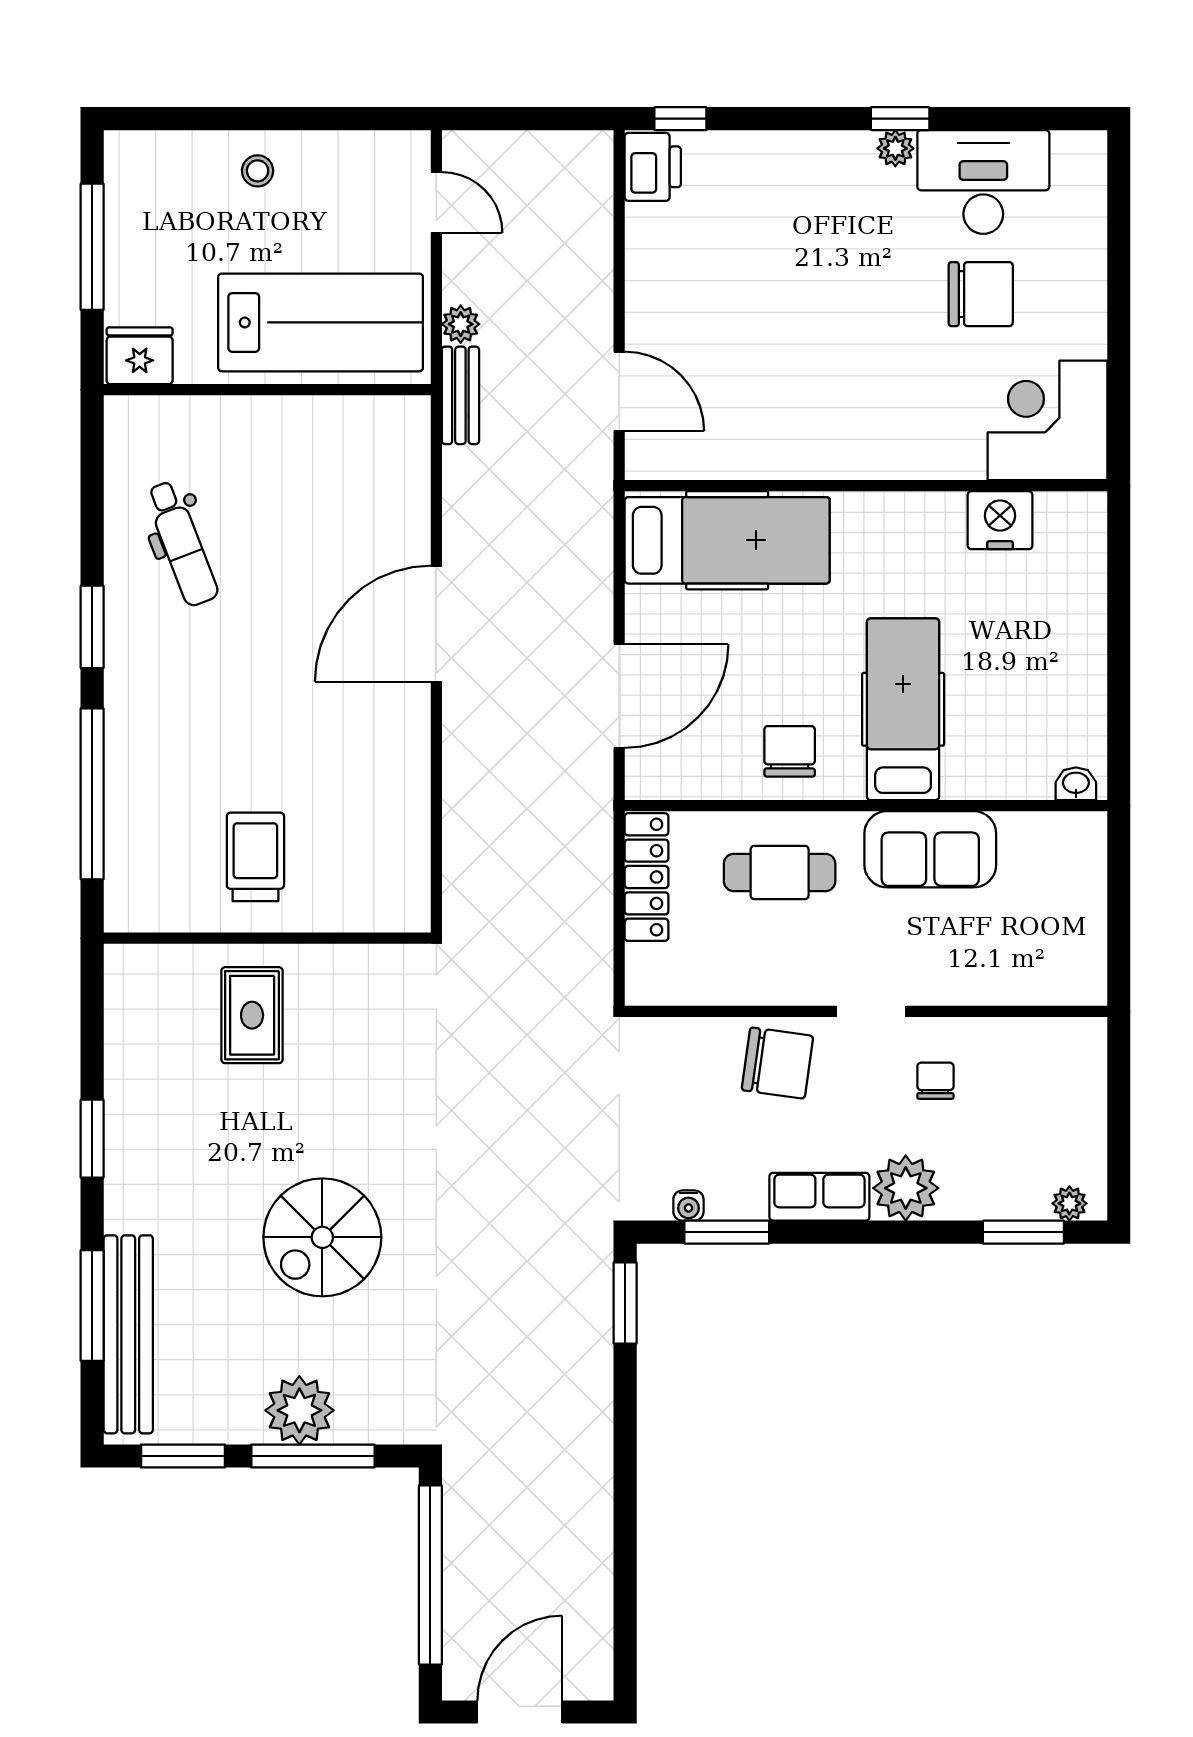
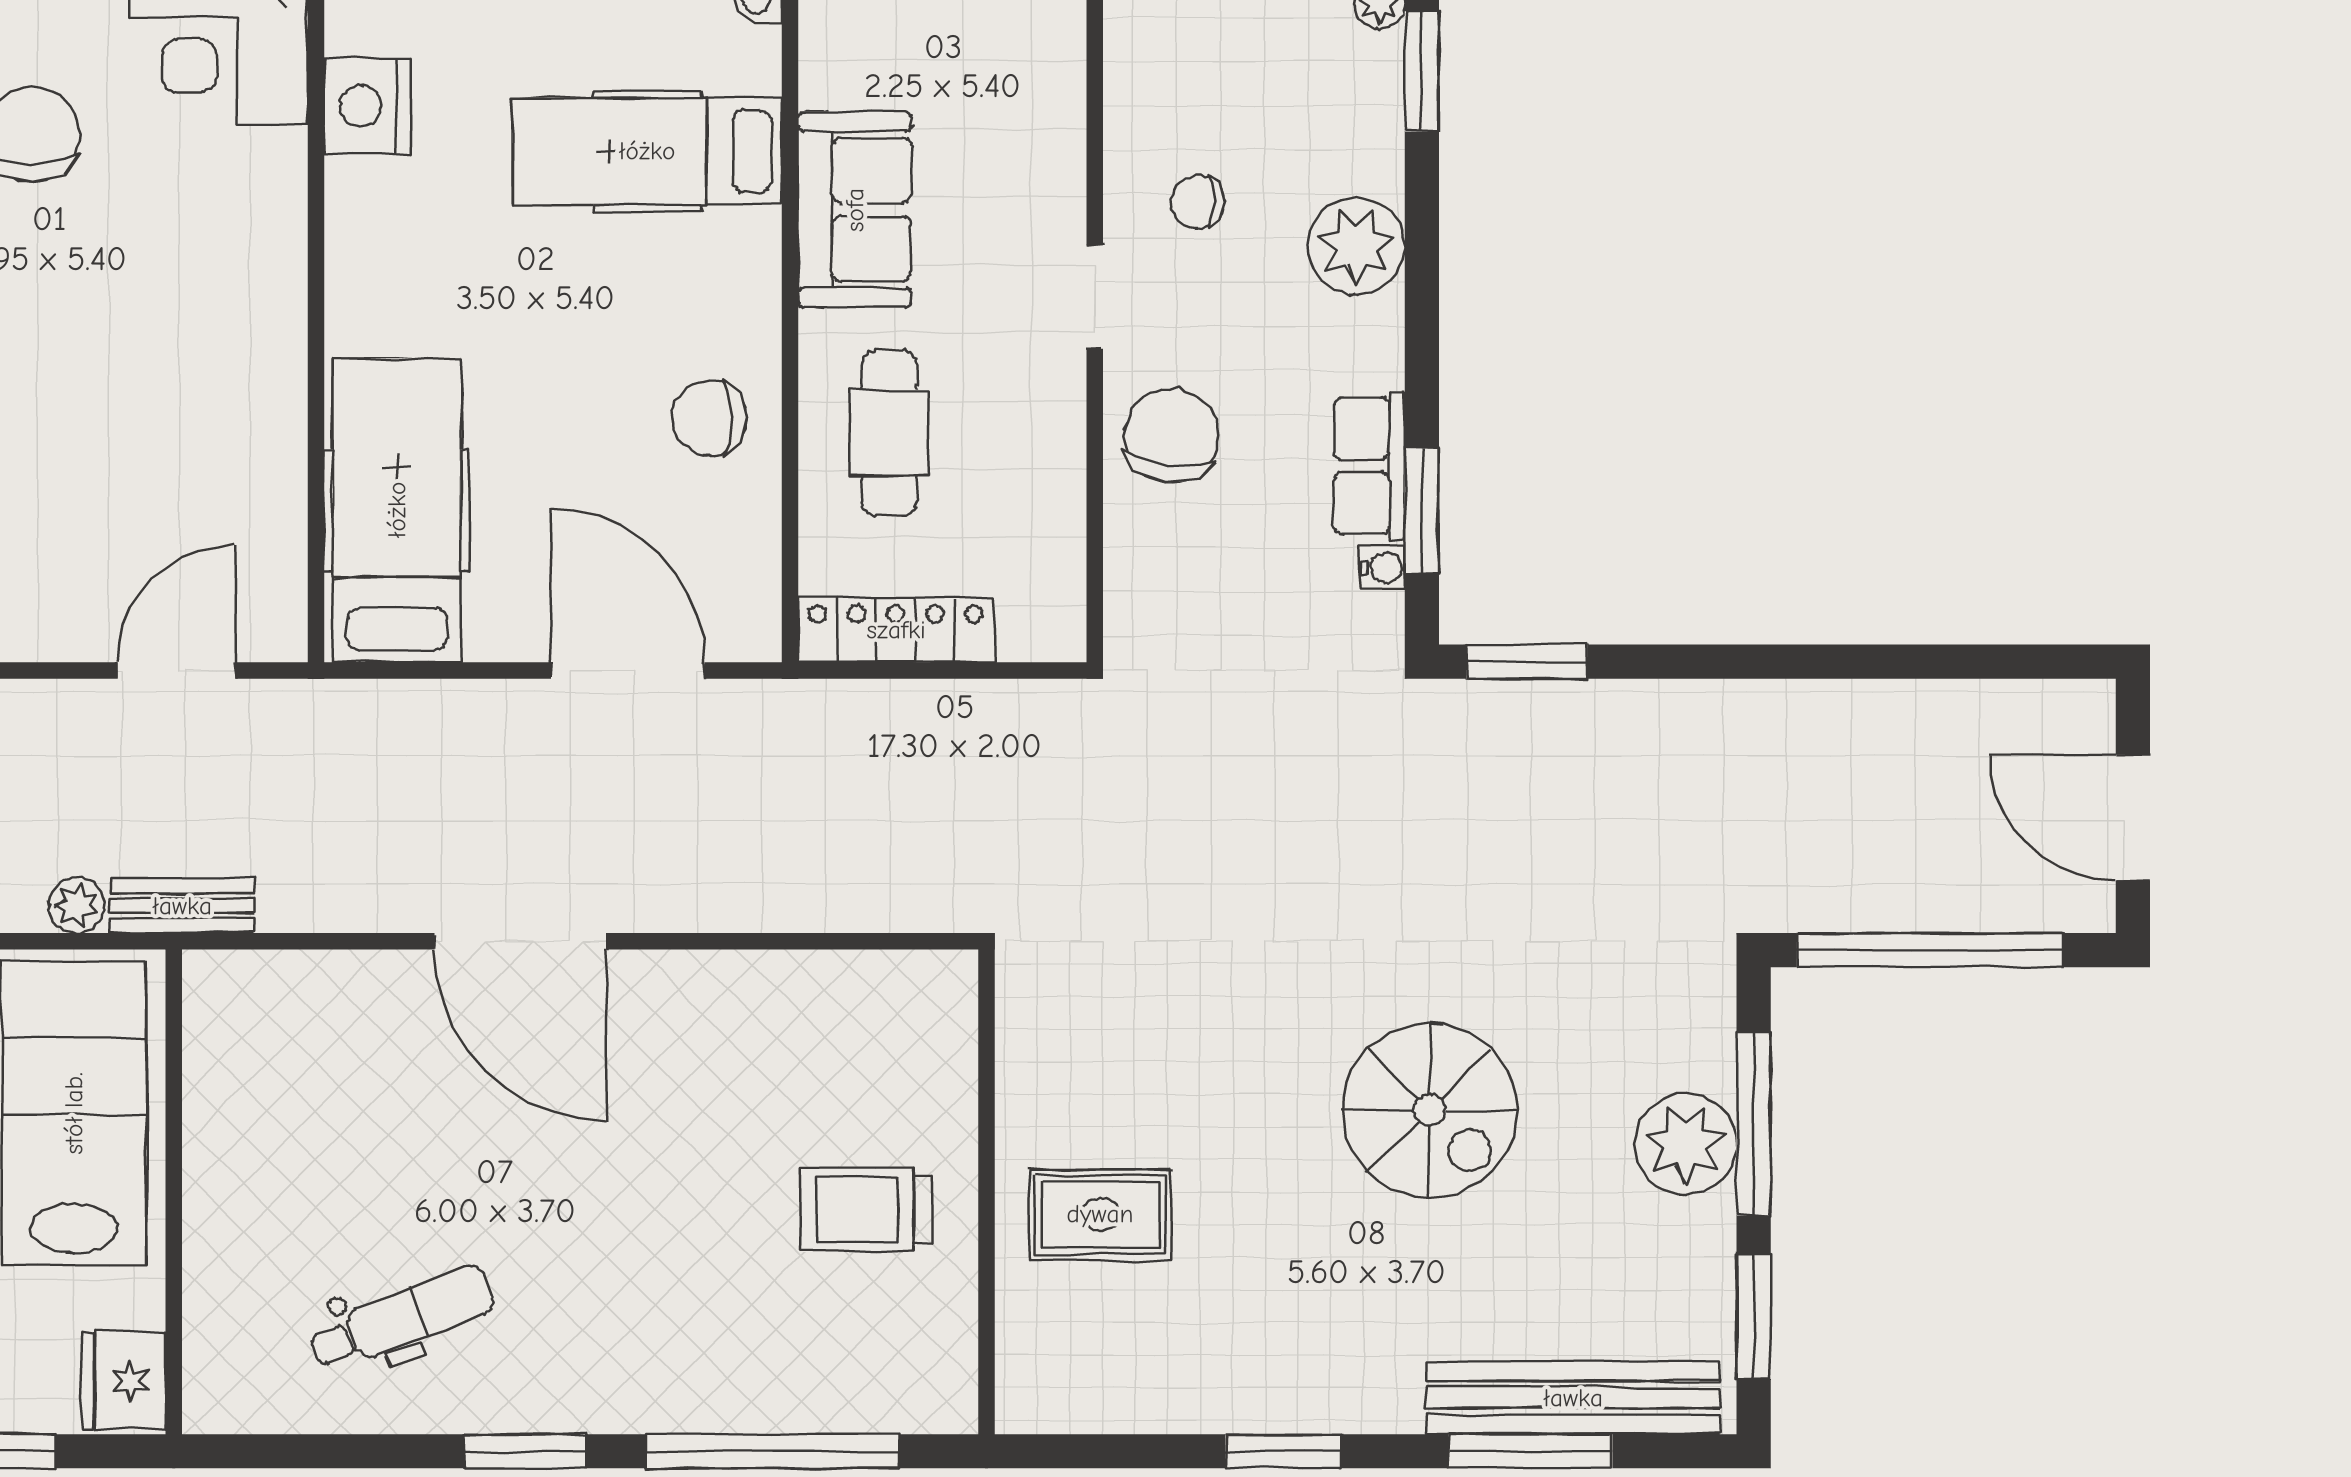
hospital bed: (903, 709) -> (647, 151), moved
row of seats: (819, 1197) -> (1369, 466), moved

